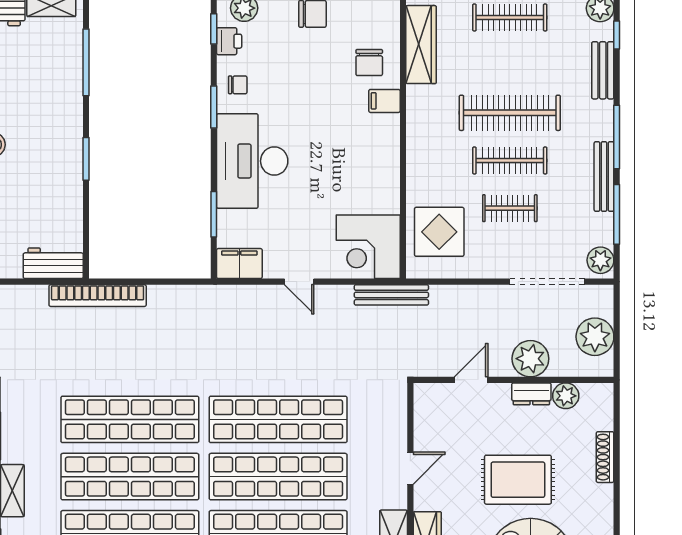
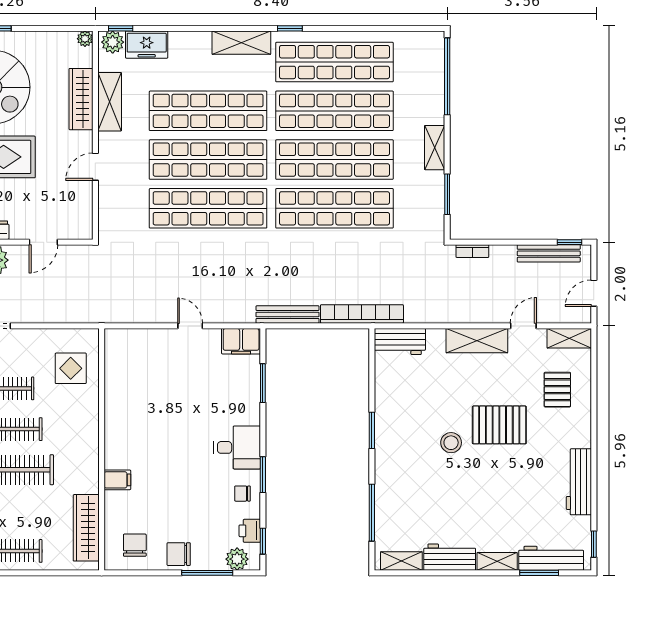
chair: (369, 63) -> (135, 545), moved
desk: (252, 161) -> (237, 447), width x0.53, depth x0.77
display table: (439, 232) -> (71, 368), width x0.73, depth x0.73
corner desk: (368, 247) -> (131, 355), removed
bench: (391, 295) -> (287, 314), moved

